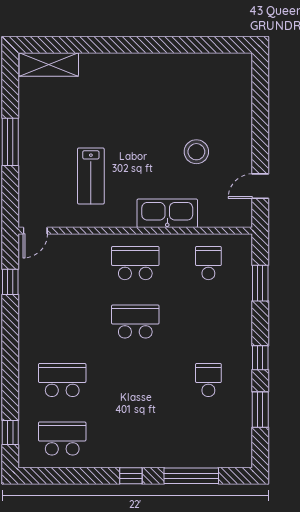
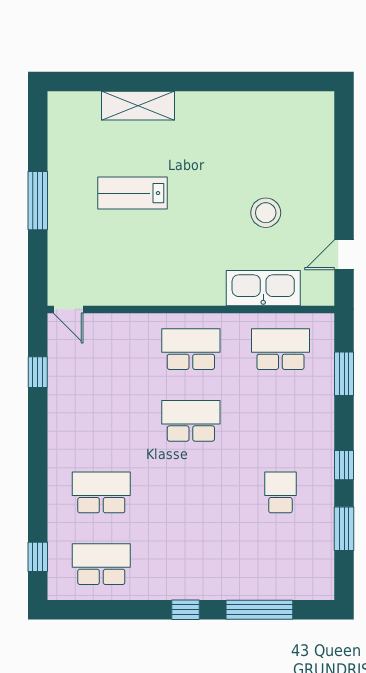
shelving: (49, 64) -> (138, 106), moved
lab bench: (91, 176) -> (132, 193), moved, turned 90
kitchen sink: (167, 213) -> (263, 288), moved
door: (35, 231) -> (68, 309), hinge flipped
school desk: (208, 263) -> (280, 349), width x1.85

